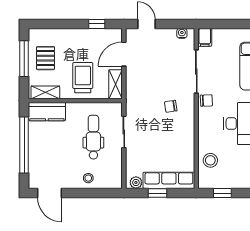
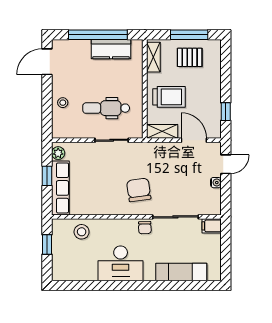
water cooler: (182, 33) -> (216, 183), moved
chair: (171, 106) -> (139, 190), width x1.87, depth x1.87
kitchen counter: (47, 112) -> (111, 49), moved, turned -90
dental chair: (93, 137) -> (106, 108), turned 180

